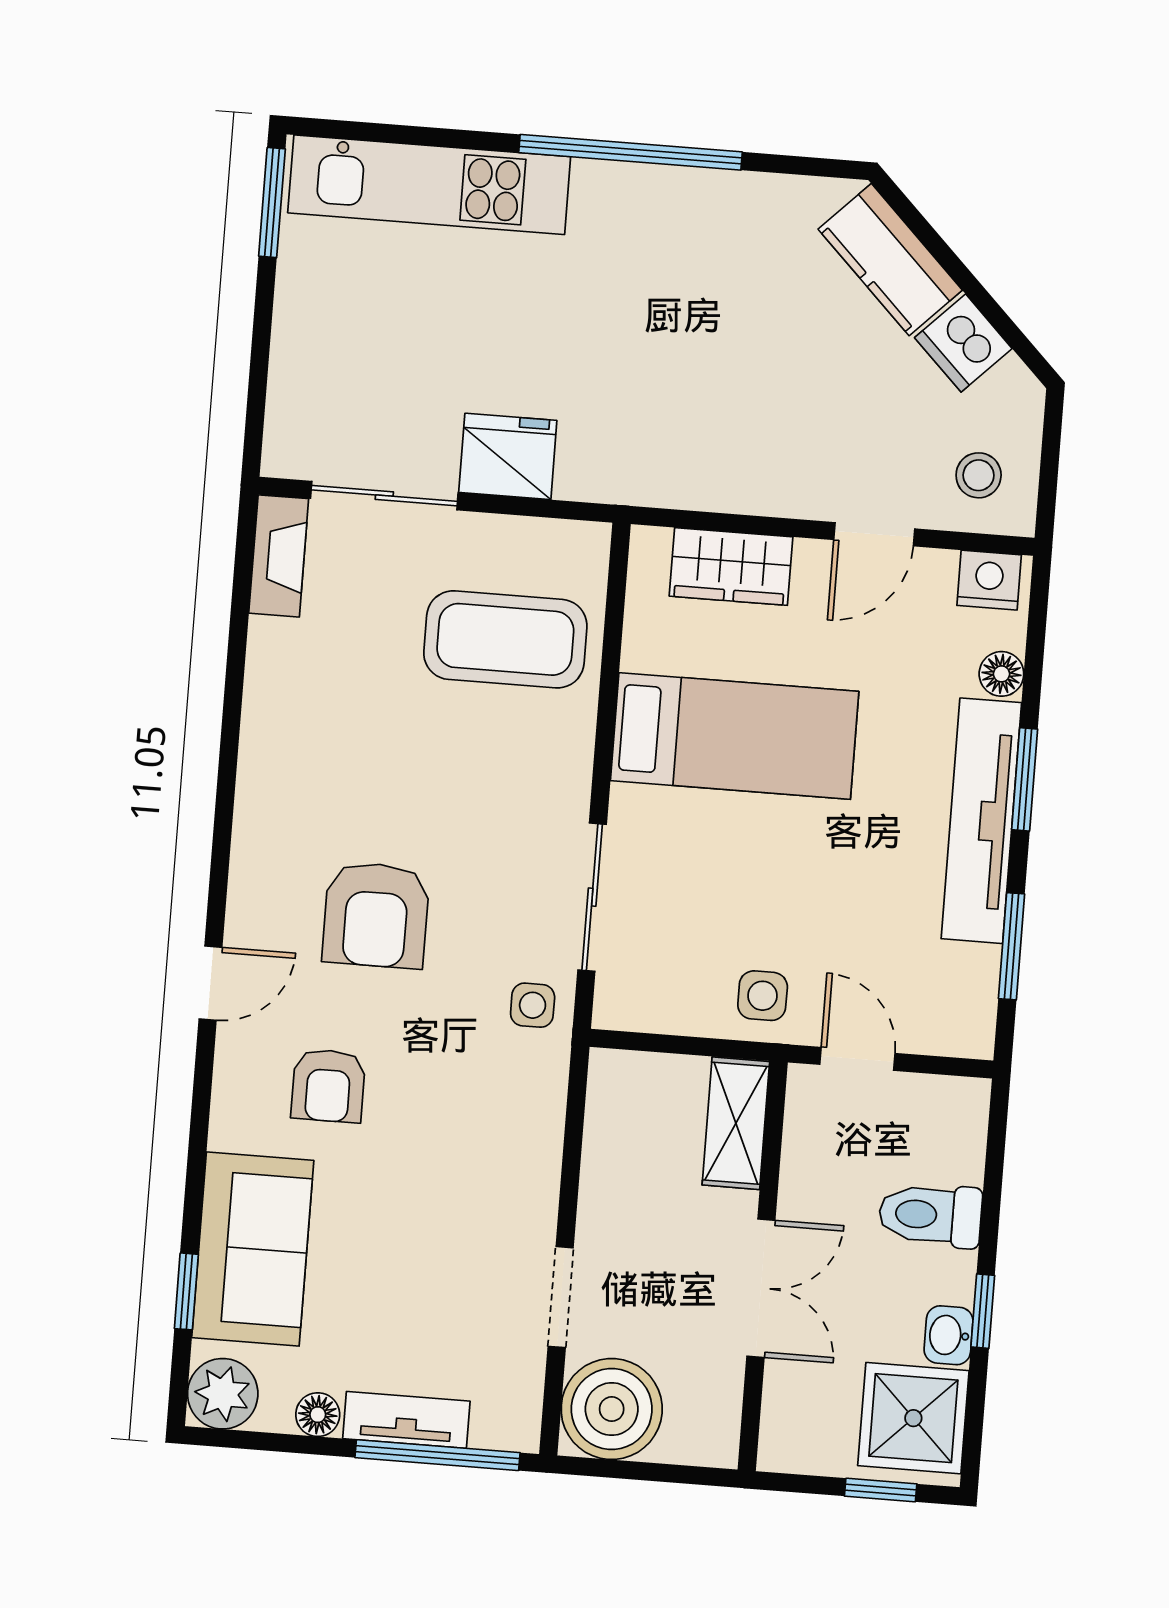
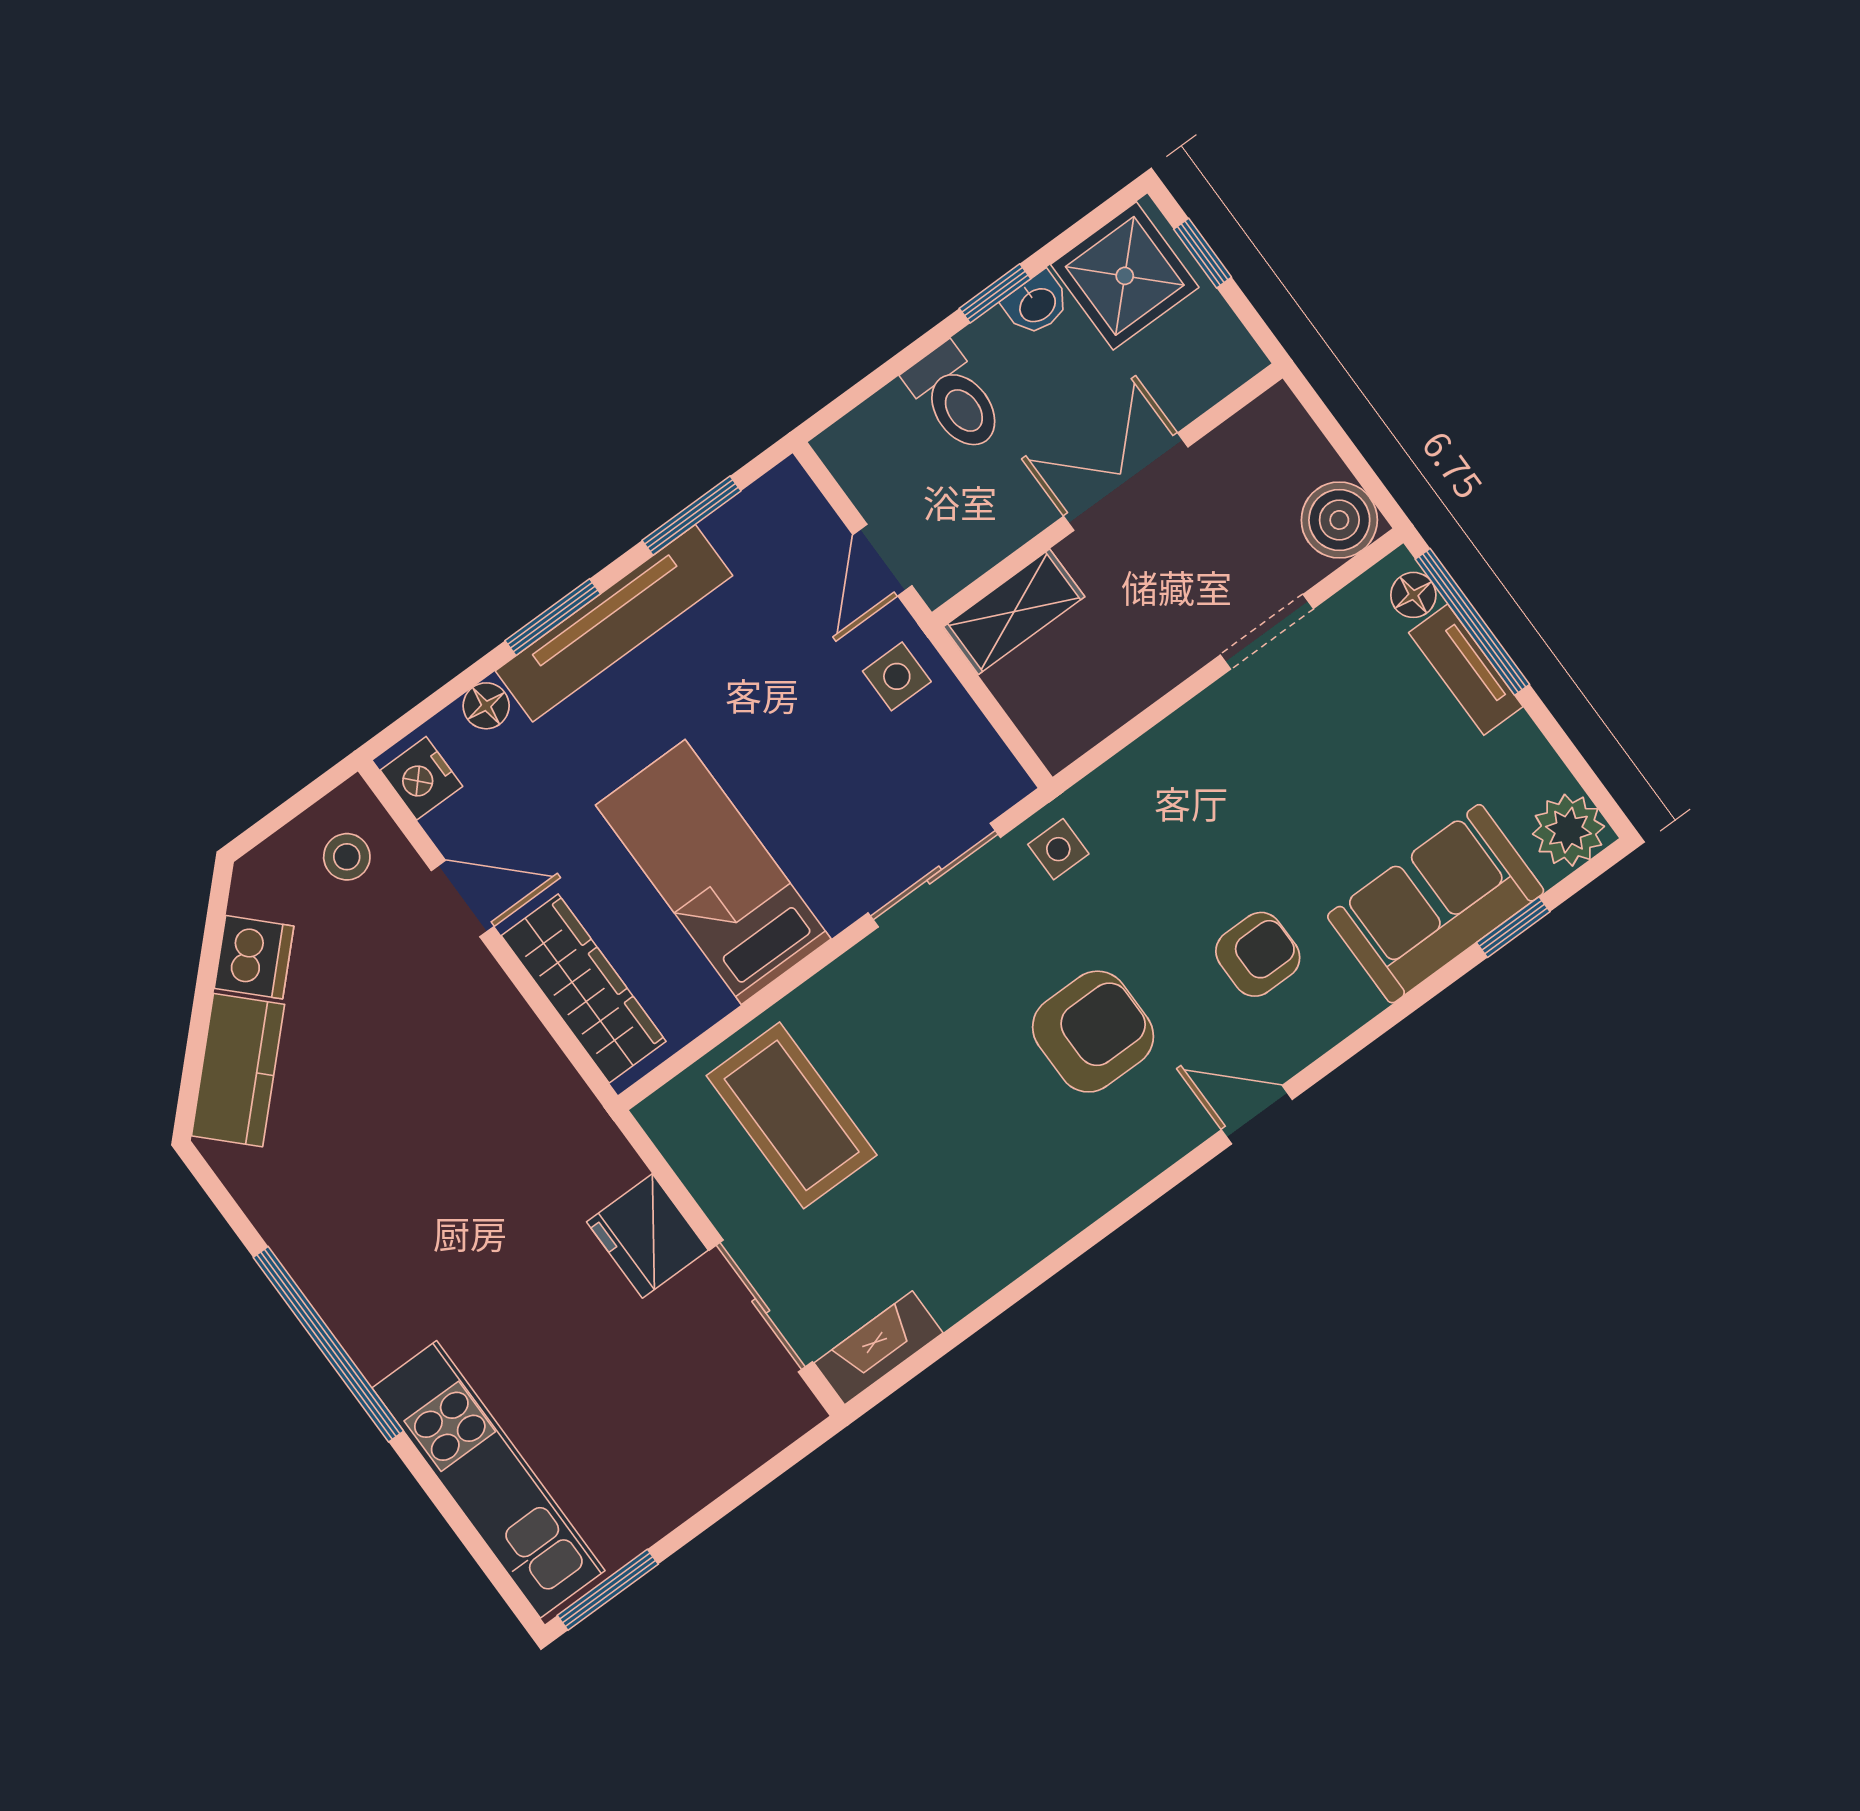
wardrobe: (731, 566) -> (584, 988), width x1.50
boiler: (612, 1409) -> (1339, 520), width x0.73, depth x0.73
floor lamp: (318, 1415) -> (1413, 595), moved

